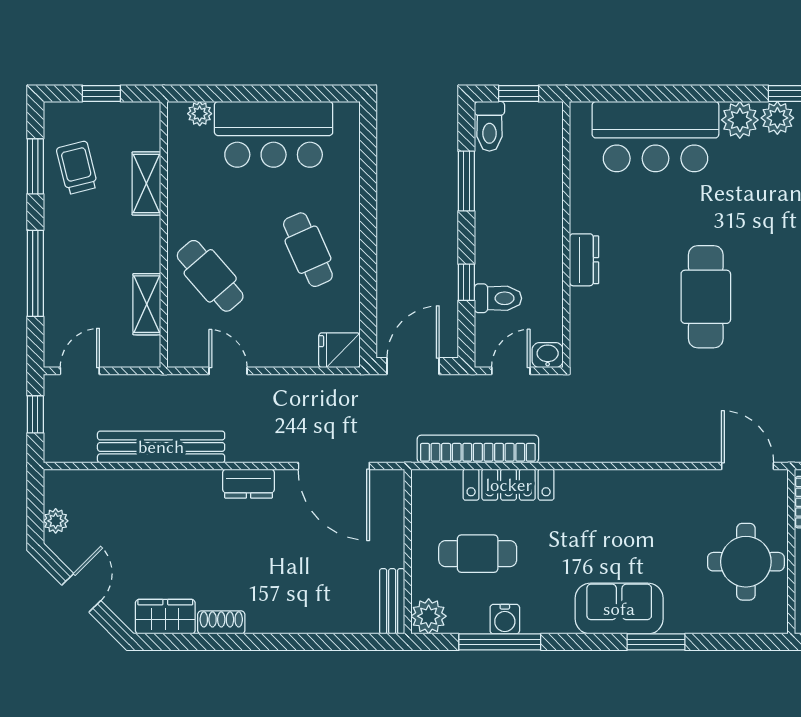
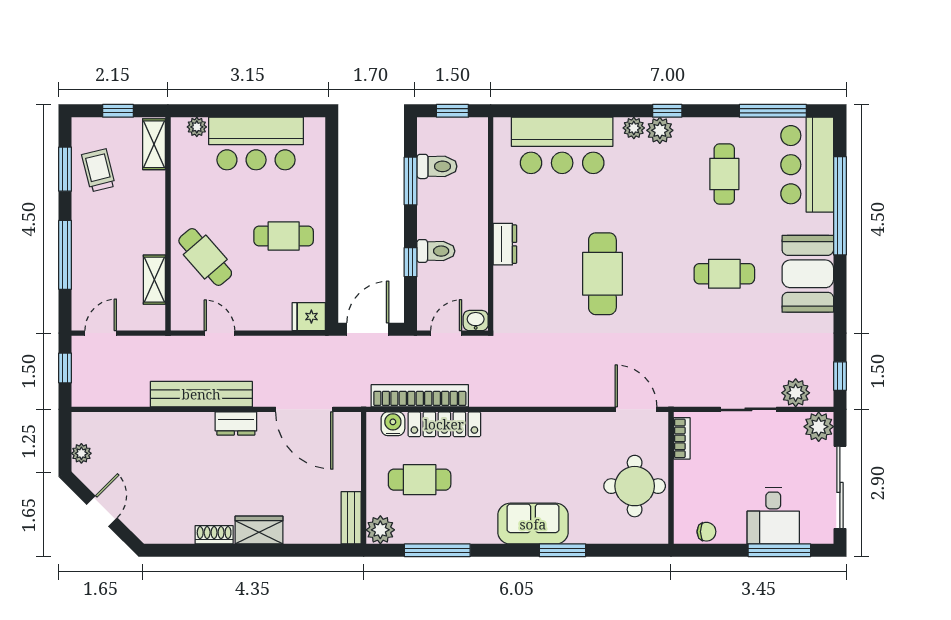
plant: (740, 120) -> (634, 128), width x0.73, depth x0.73
toilet: (489, 126) -> (437, 166), moved, turned -90
shelving: (146, 183) -> (154, 144), moved
cafe table: (308, 250) -> (284, 236), turned -66
toilet: (498, 298) -> (436, 251), moved
bench: (161, 447) -> (201, 394), moved
wardrobe: (165, 617) -> (259, 530), moved
water cooler: (505, 619) -> (393, 424), moved, turned 180

